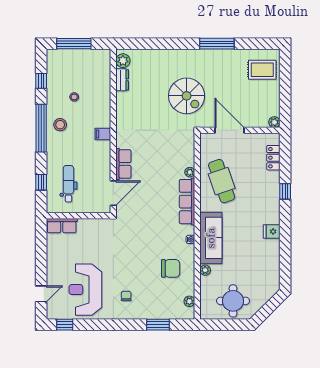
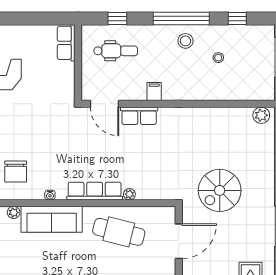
dresser: (122, 80) -> (239, 114), removed
filing cabinet: (103, 134) -> (154, 92), moved
cafe table: (222, 181) -> (119, 232), turned 33

